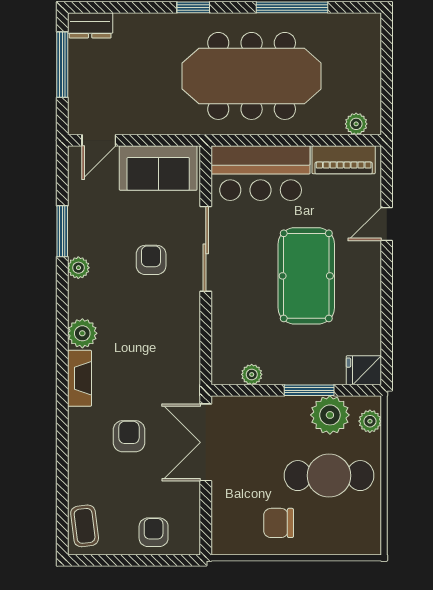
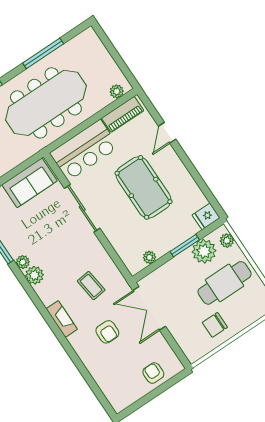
armchair: (151, 260) -> (58, 233), removed
plant: (82, 333) -> (34, 275), moved
armchair: (129, 436) -> (107, 332), turned 180
coffee table: (85, 526) -> (91, 286), moved

